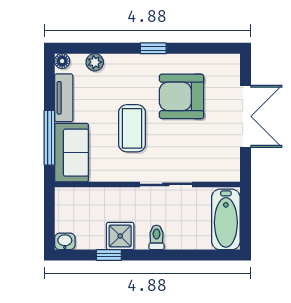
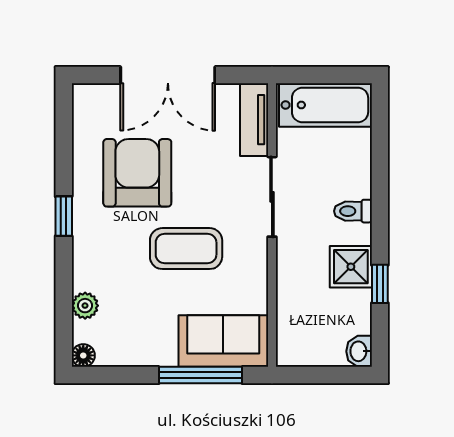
armchair: (182, 96) -> (137, 173), turned 180
tv unit: (64, 98) -> (254, 120), moved, turned -90
double door: (245, 116) -> (168, 75), swing flipped

